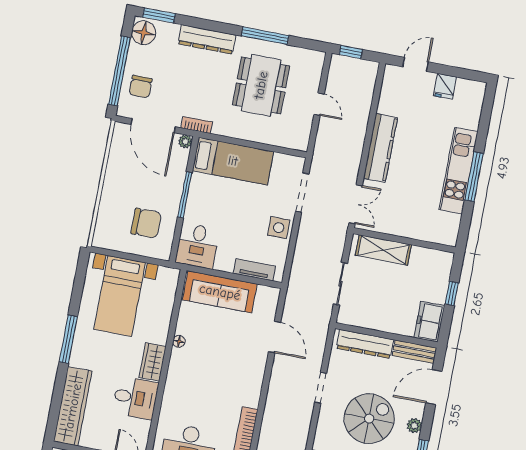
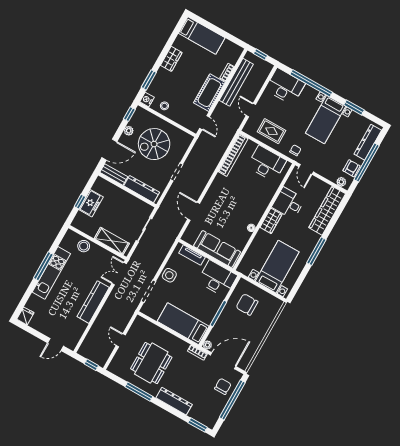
floor lamp: (144, 33) -> (210, 418), removed
fridge: (445, 86) -> (25, 316), moved
door: (153, 126) -> (223, 361), hinge flipped
stool: (423, 228) -> (84, 246), added
desk: (197, 246) -> (217, 279), width x1.37
freezer: (429, 322) -> (91, 203), moved

